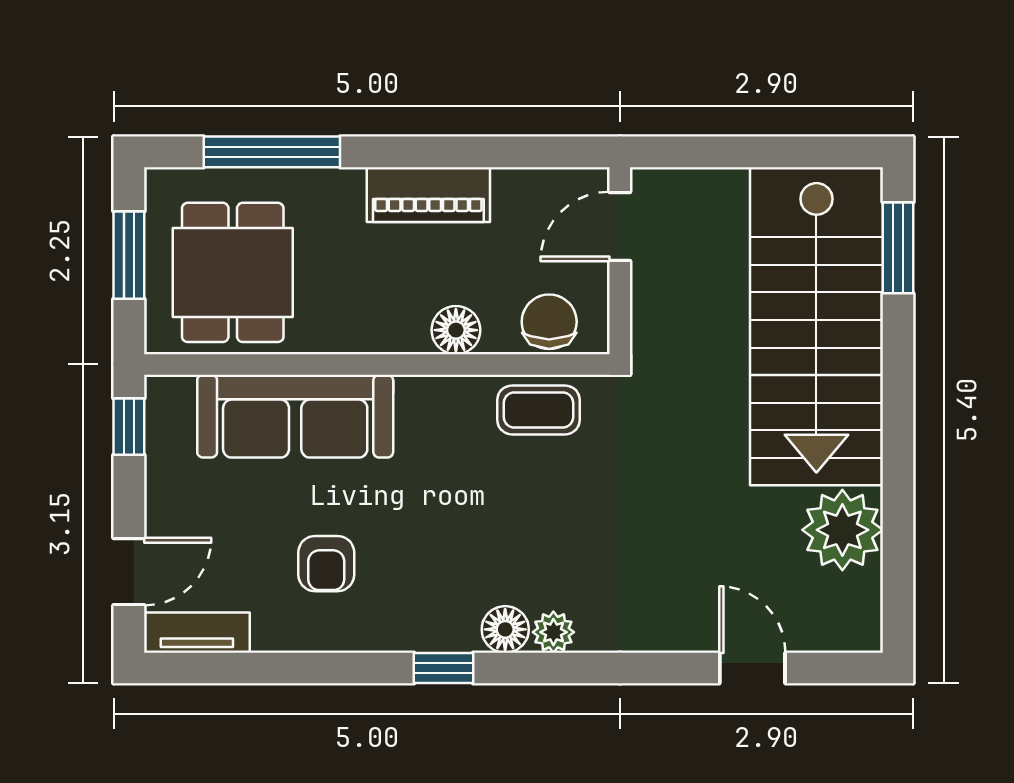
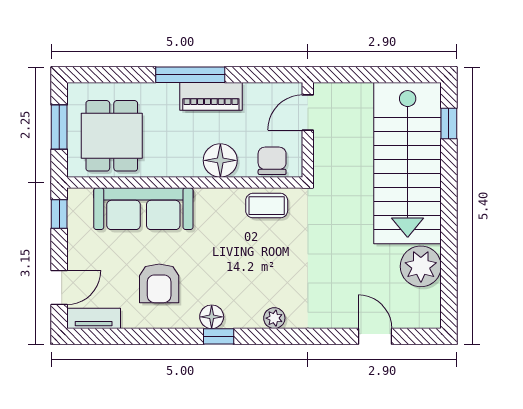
window: (272, 152) -> (190, 75), moved
window: (898, 248) -> (449, 123), width x0.67
floor lamp: (456, 330) -> (220, 160), width x1.38, depth x1.38
armchair: (326, 564) -> (159, 283), width x1.38, depth x1.38
floor lamp: (505, 629) -> (212, 317), moved

